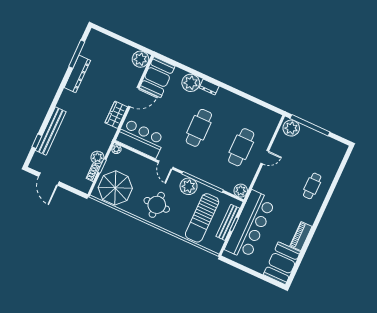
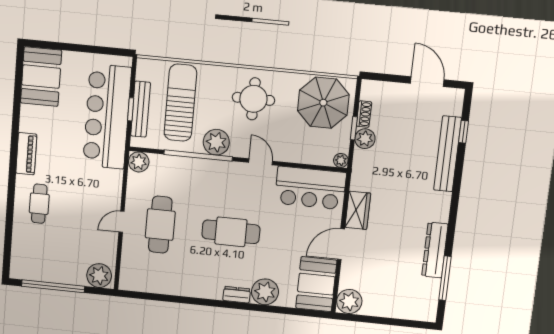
window: (310, 125) -> (53, 286), moved
cafe table: (199, 128) -> (231, 232), turned 90
piano: (301, 236) -> (26, 154), moved

